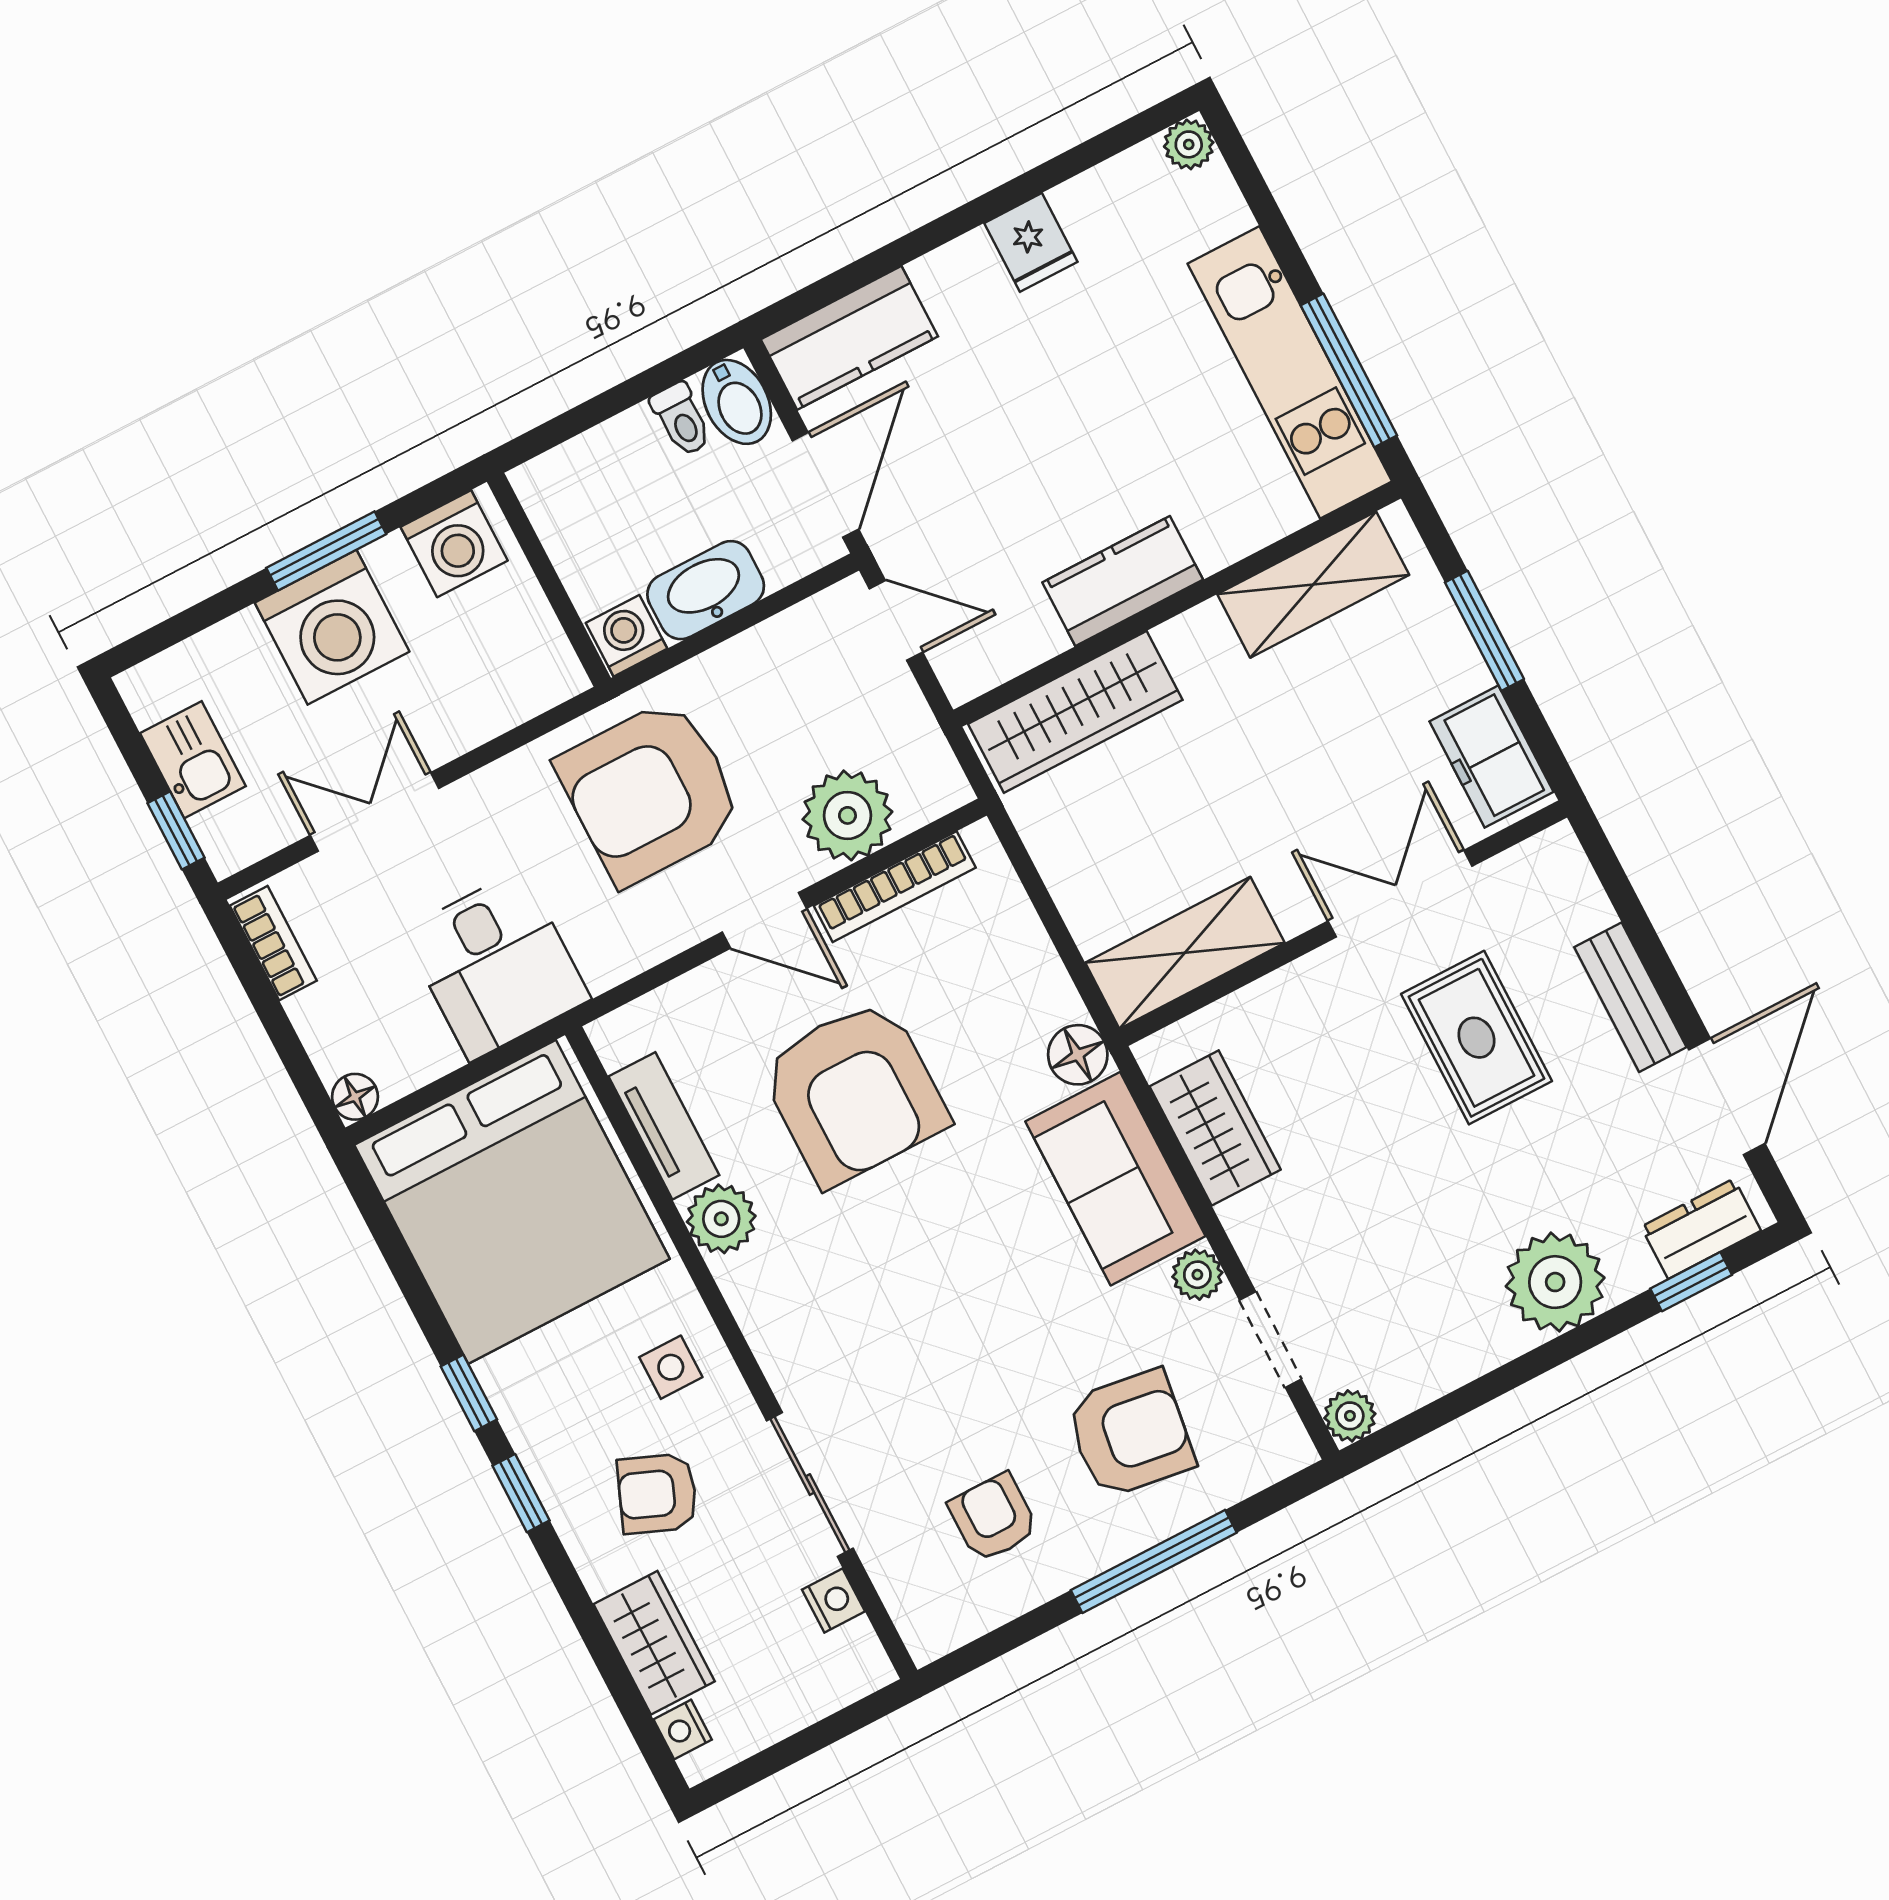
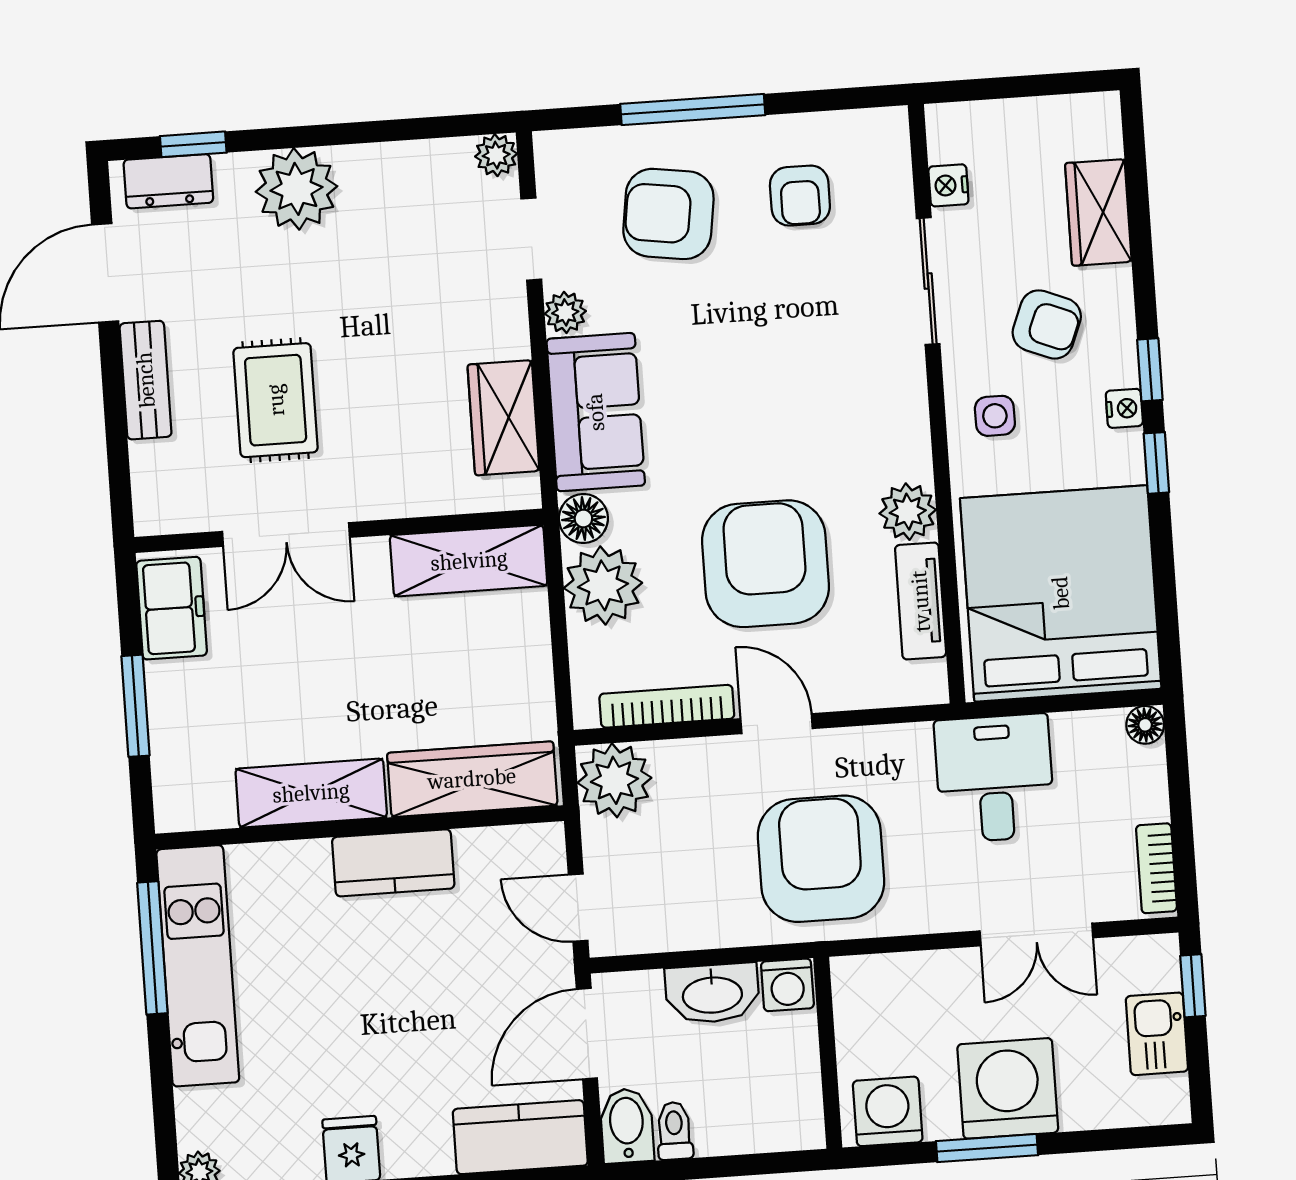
shelving: (1313, 585) -> (311, 793), moved
armchair: (650, 792) -> (821, 859), turned -90
plant: (847, 815) -> (614, 780), moved
plant: (1024, 990) -> (603, 585), added
nightstand: (683, 1729) -> (1124, 408), moved

